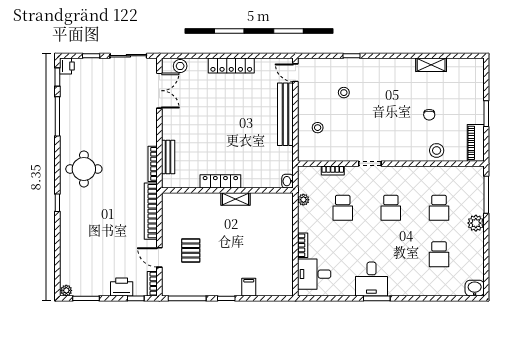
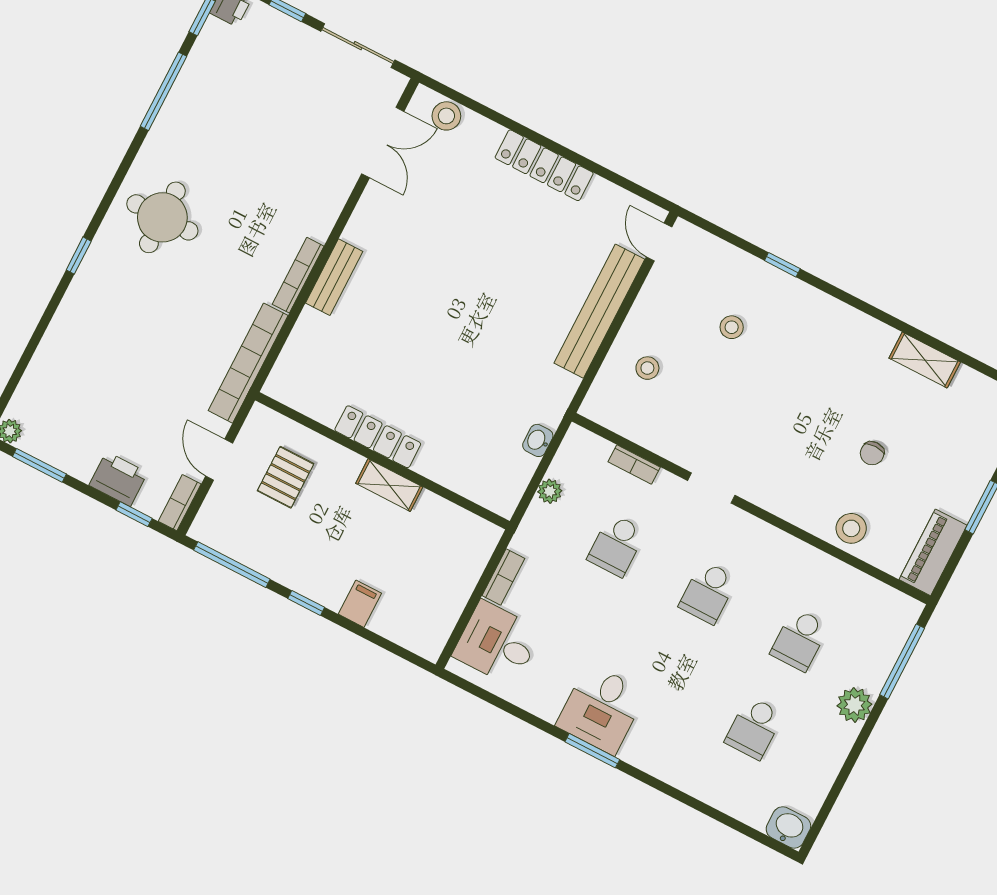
locker: (220, 181) -> (378, 437), moved
wall: (227, 190) -> (382, 461), moved
shelving: (235, 199) -> (389, 485), moved

